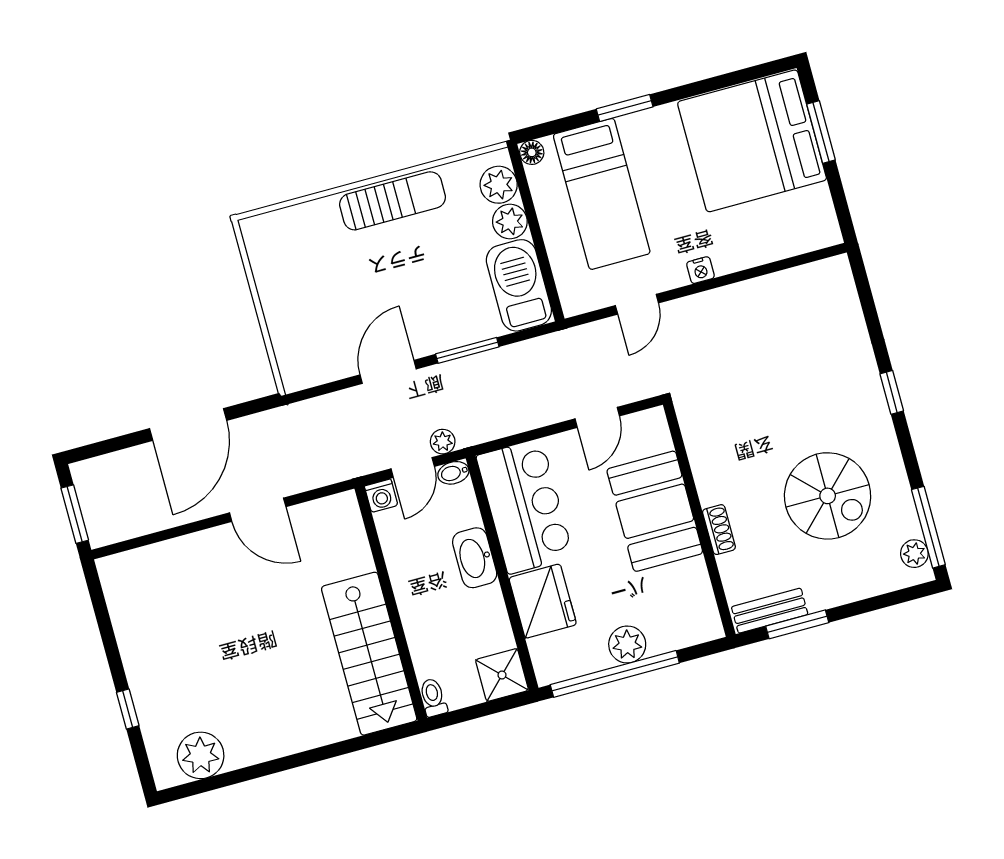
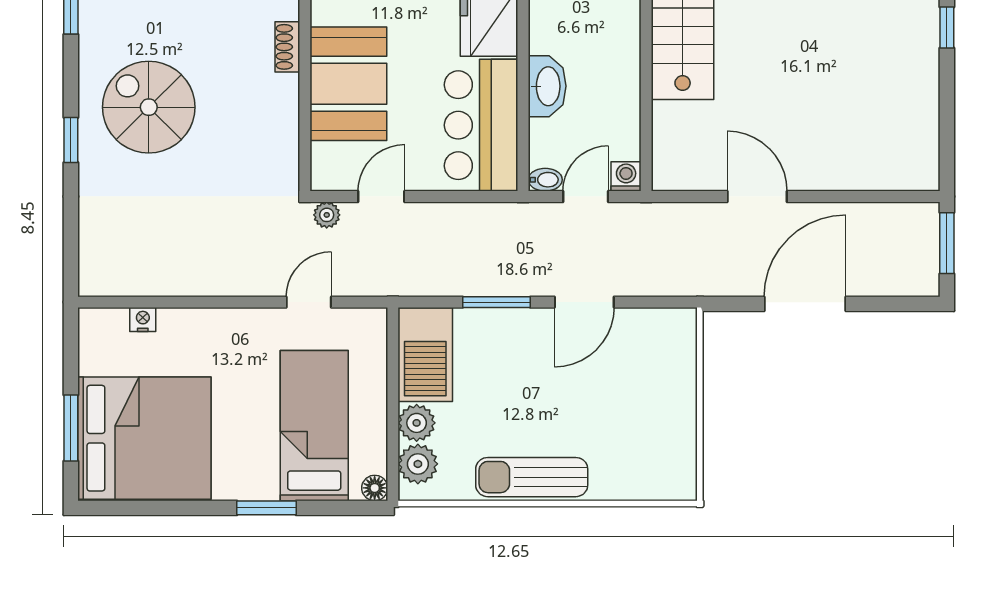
nightstand: (700, 270) -> (143, 319), moved
plant: (443, 442) -> (327, 215), moved
spiral stairs: (828, 496) -> (149, 107), moved

